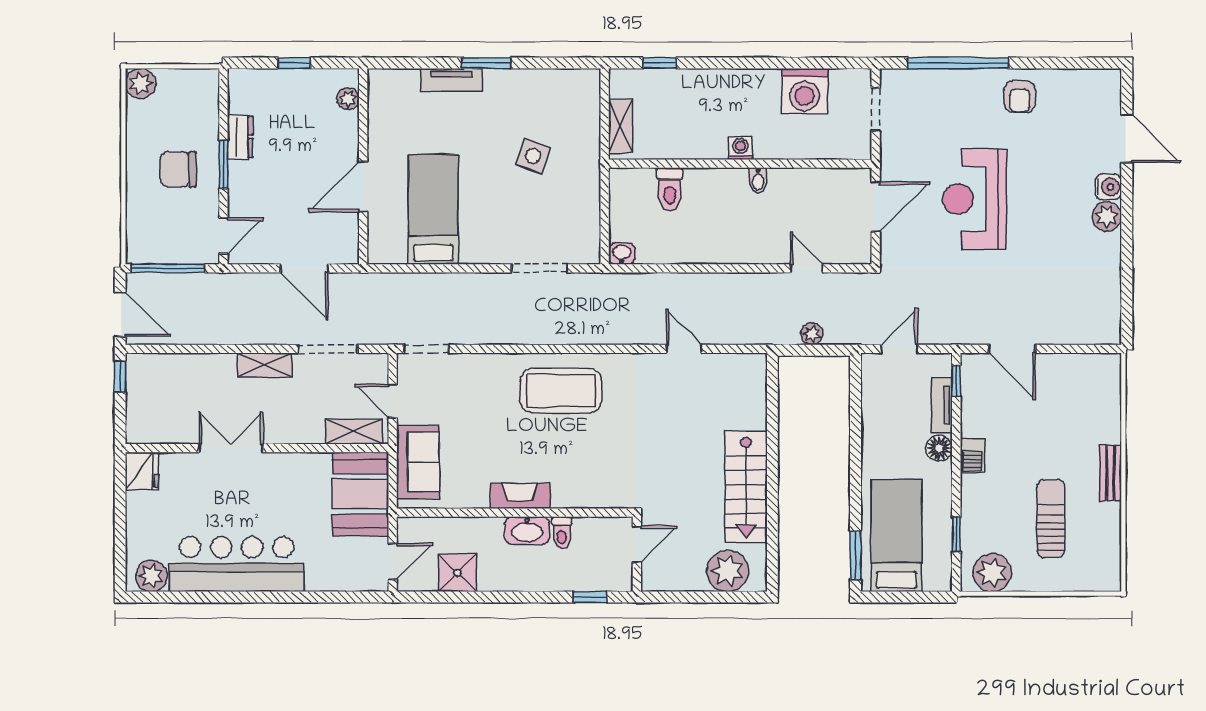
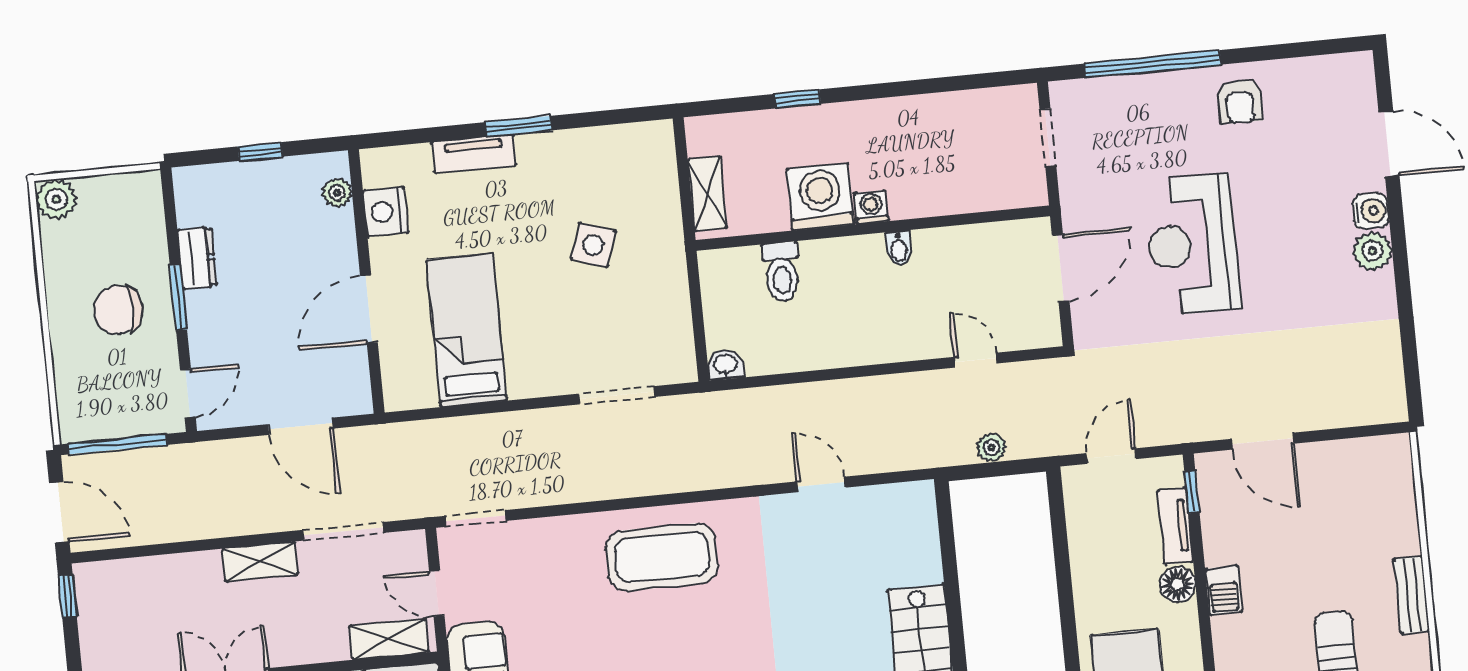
window: (660, 63) -> (798, 99), moved
washing machine: (805, 91) -> (820, 197), moved, turned 180
nightstand: (382, 116) -> (386, 212), added

